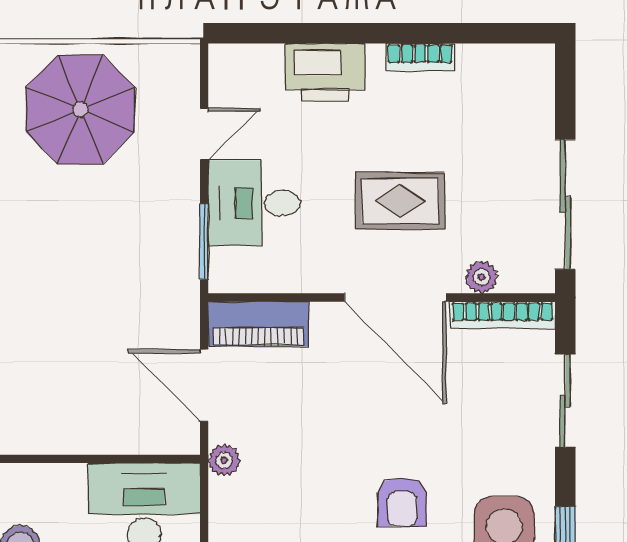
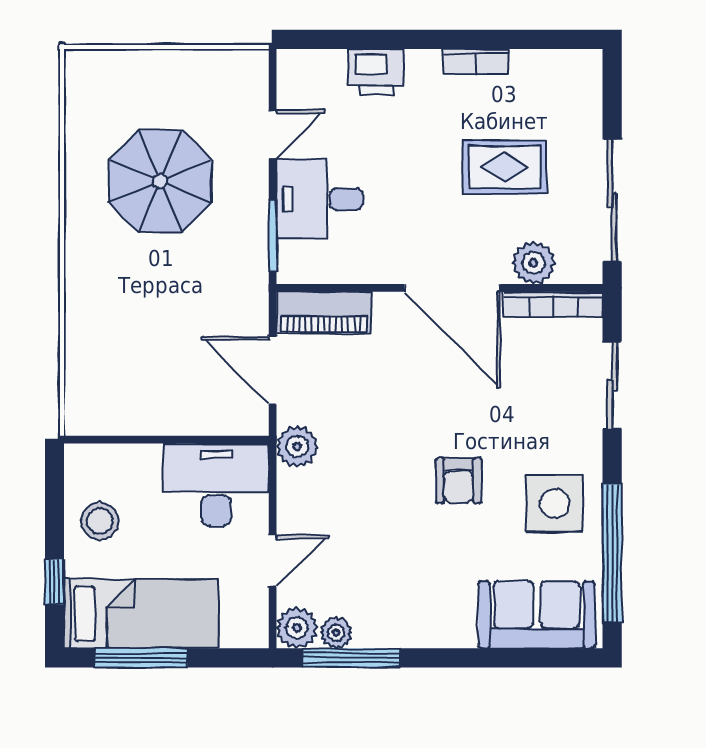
printer: (325, 72) -> (376, 72), width x0.73, depth x0.84
parasol: (80, 109) -> (160, 181), moved
rug: (400, 201) -> (505, 167), moved
plant: (482, 277) -> (533, 263), width x1.38, depth x1.38
plant: (224, 460) -> (297, 447), width x1.38, depth x1.38

